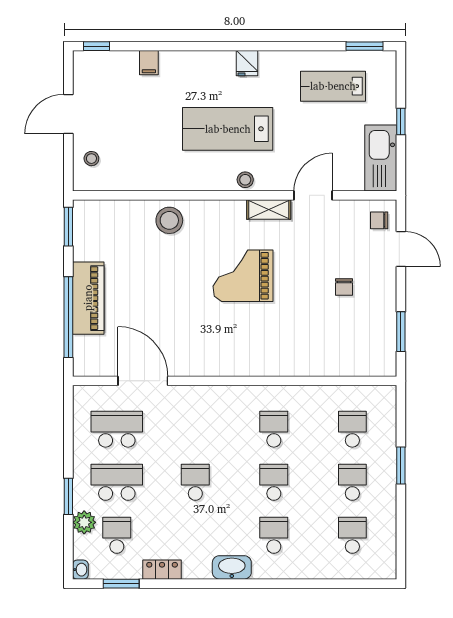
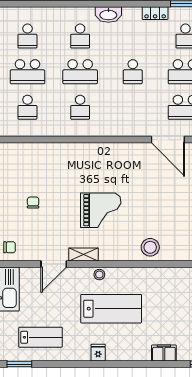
filing cabinet: (149, 63) -> (164, 353), width x2.00
school desk: (274, 482) -> (80, 72), width x1.85
school desk: (352, 482) -> (27, 72), width x1.85

